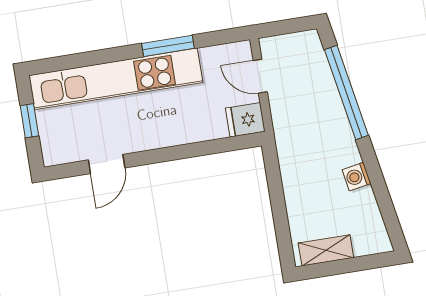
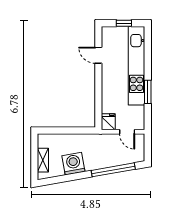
door: (260, 76) -> (127, 132), swing flipped
washing machine: (357, 177) -> (73, 164), width x1.89, depth x1.89
shelving: (326, 250) -> (43, 160), moved

